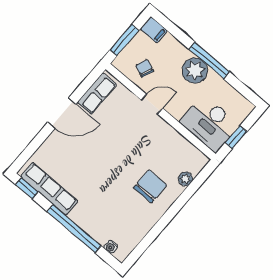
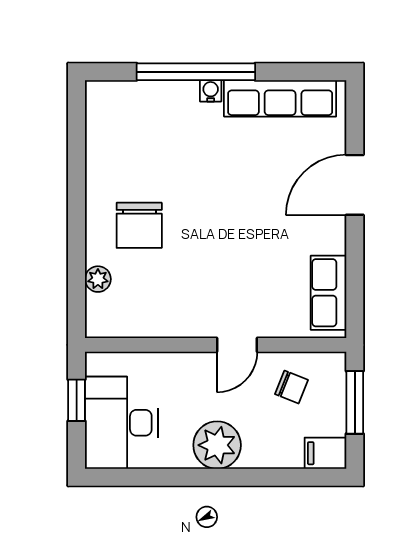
window: (209, 60) -> (209, 477), removed
door: (62, 113) -> (355, 185), moved
desk: (210, 123) -> (121, 423), moved, turned -90
window: (27, 188) -> (313, 72), removed
water cooler: (111, 247) -> (211, 91), moved

